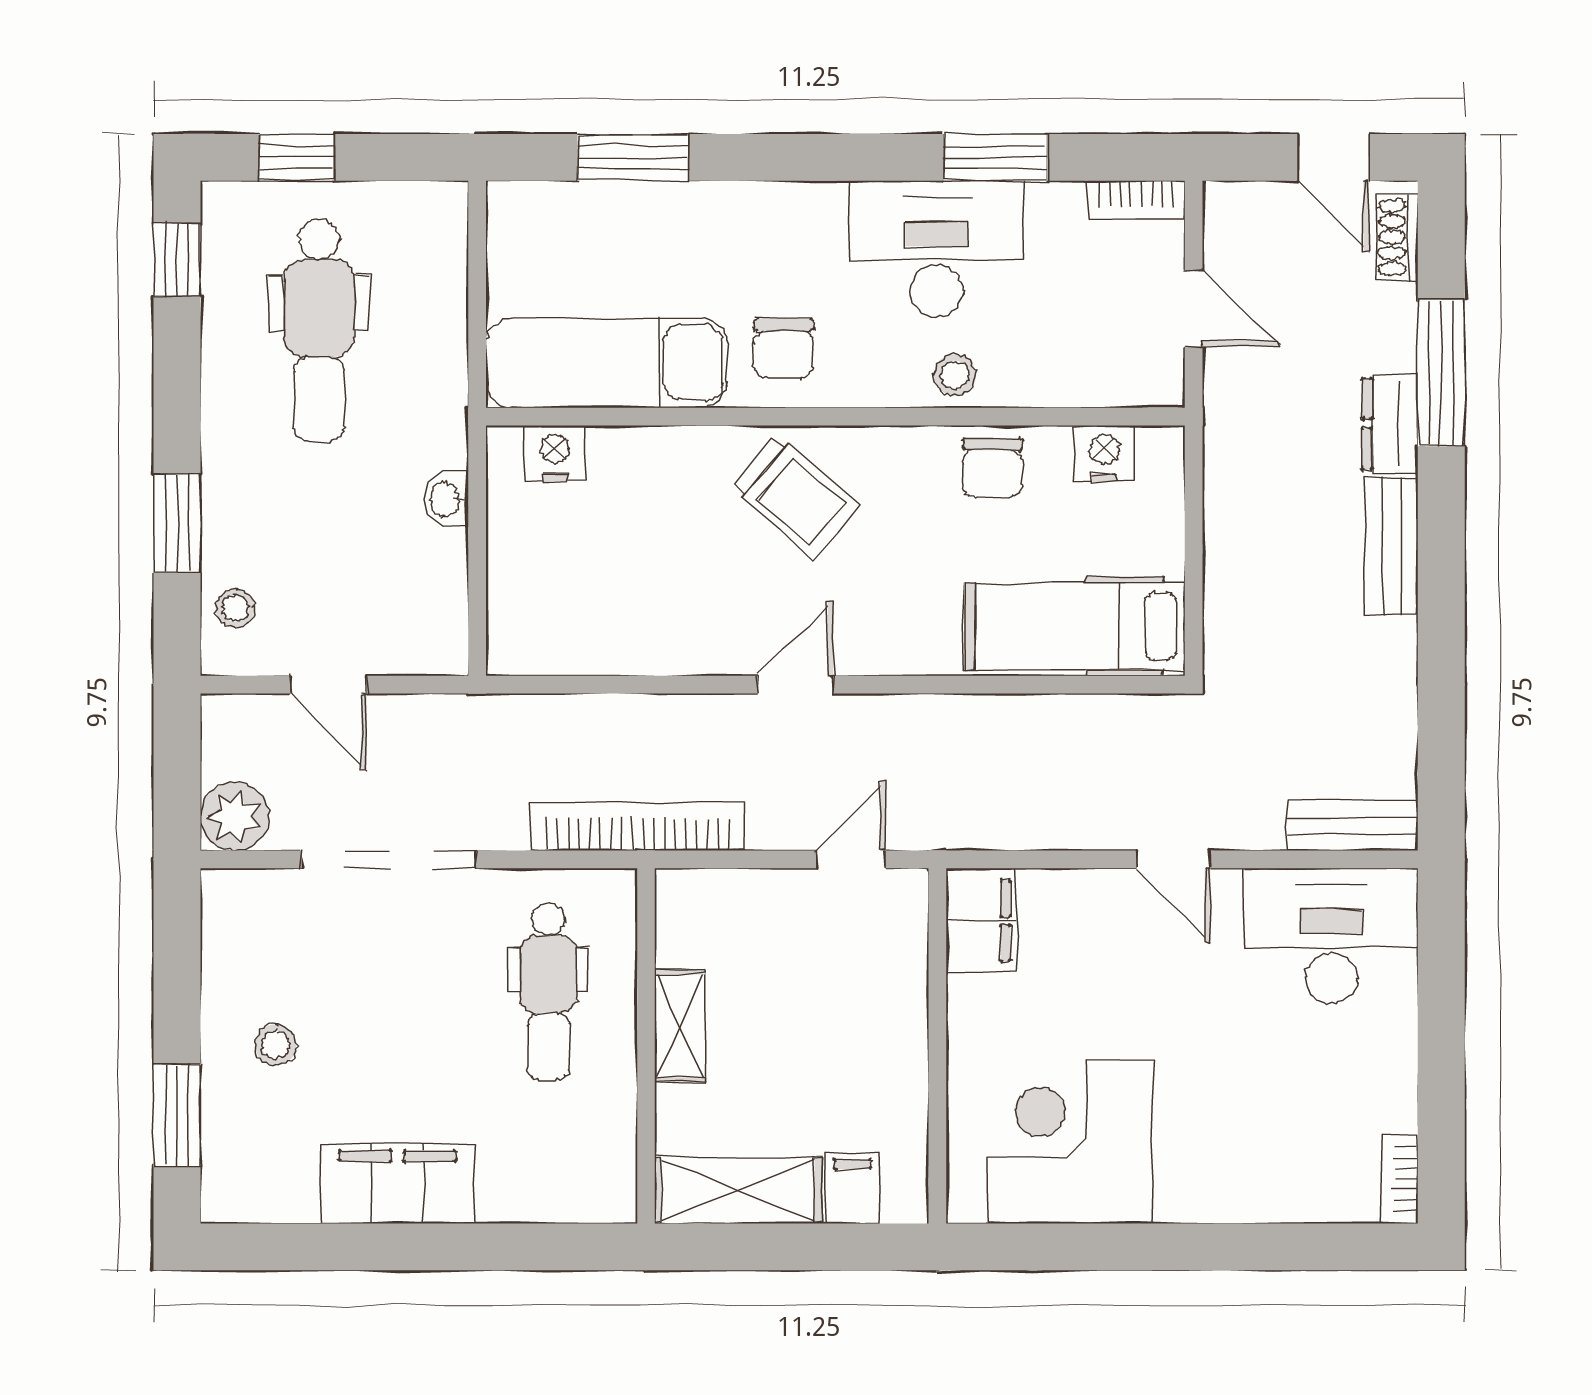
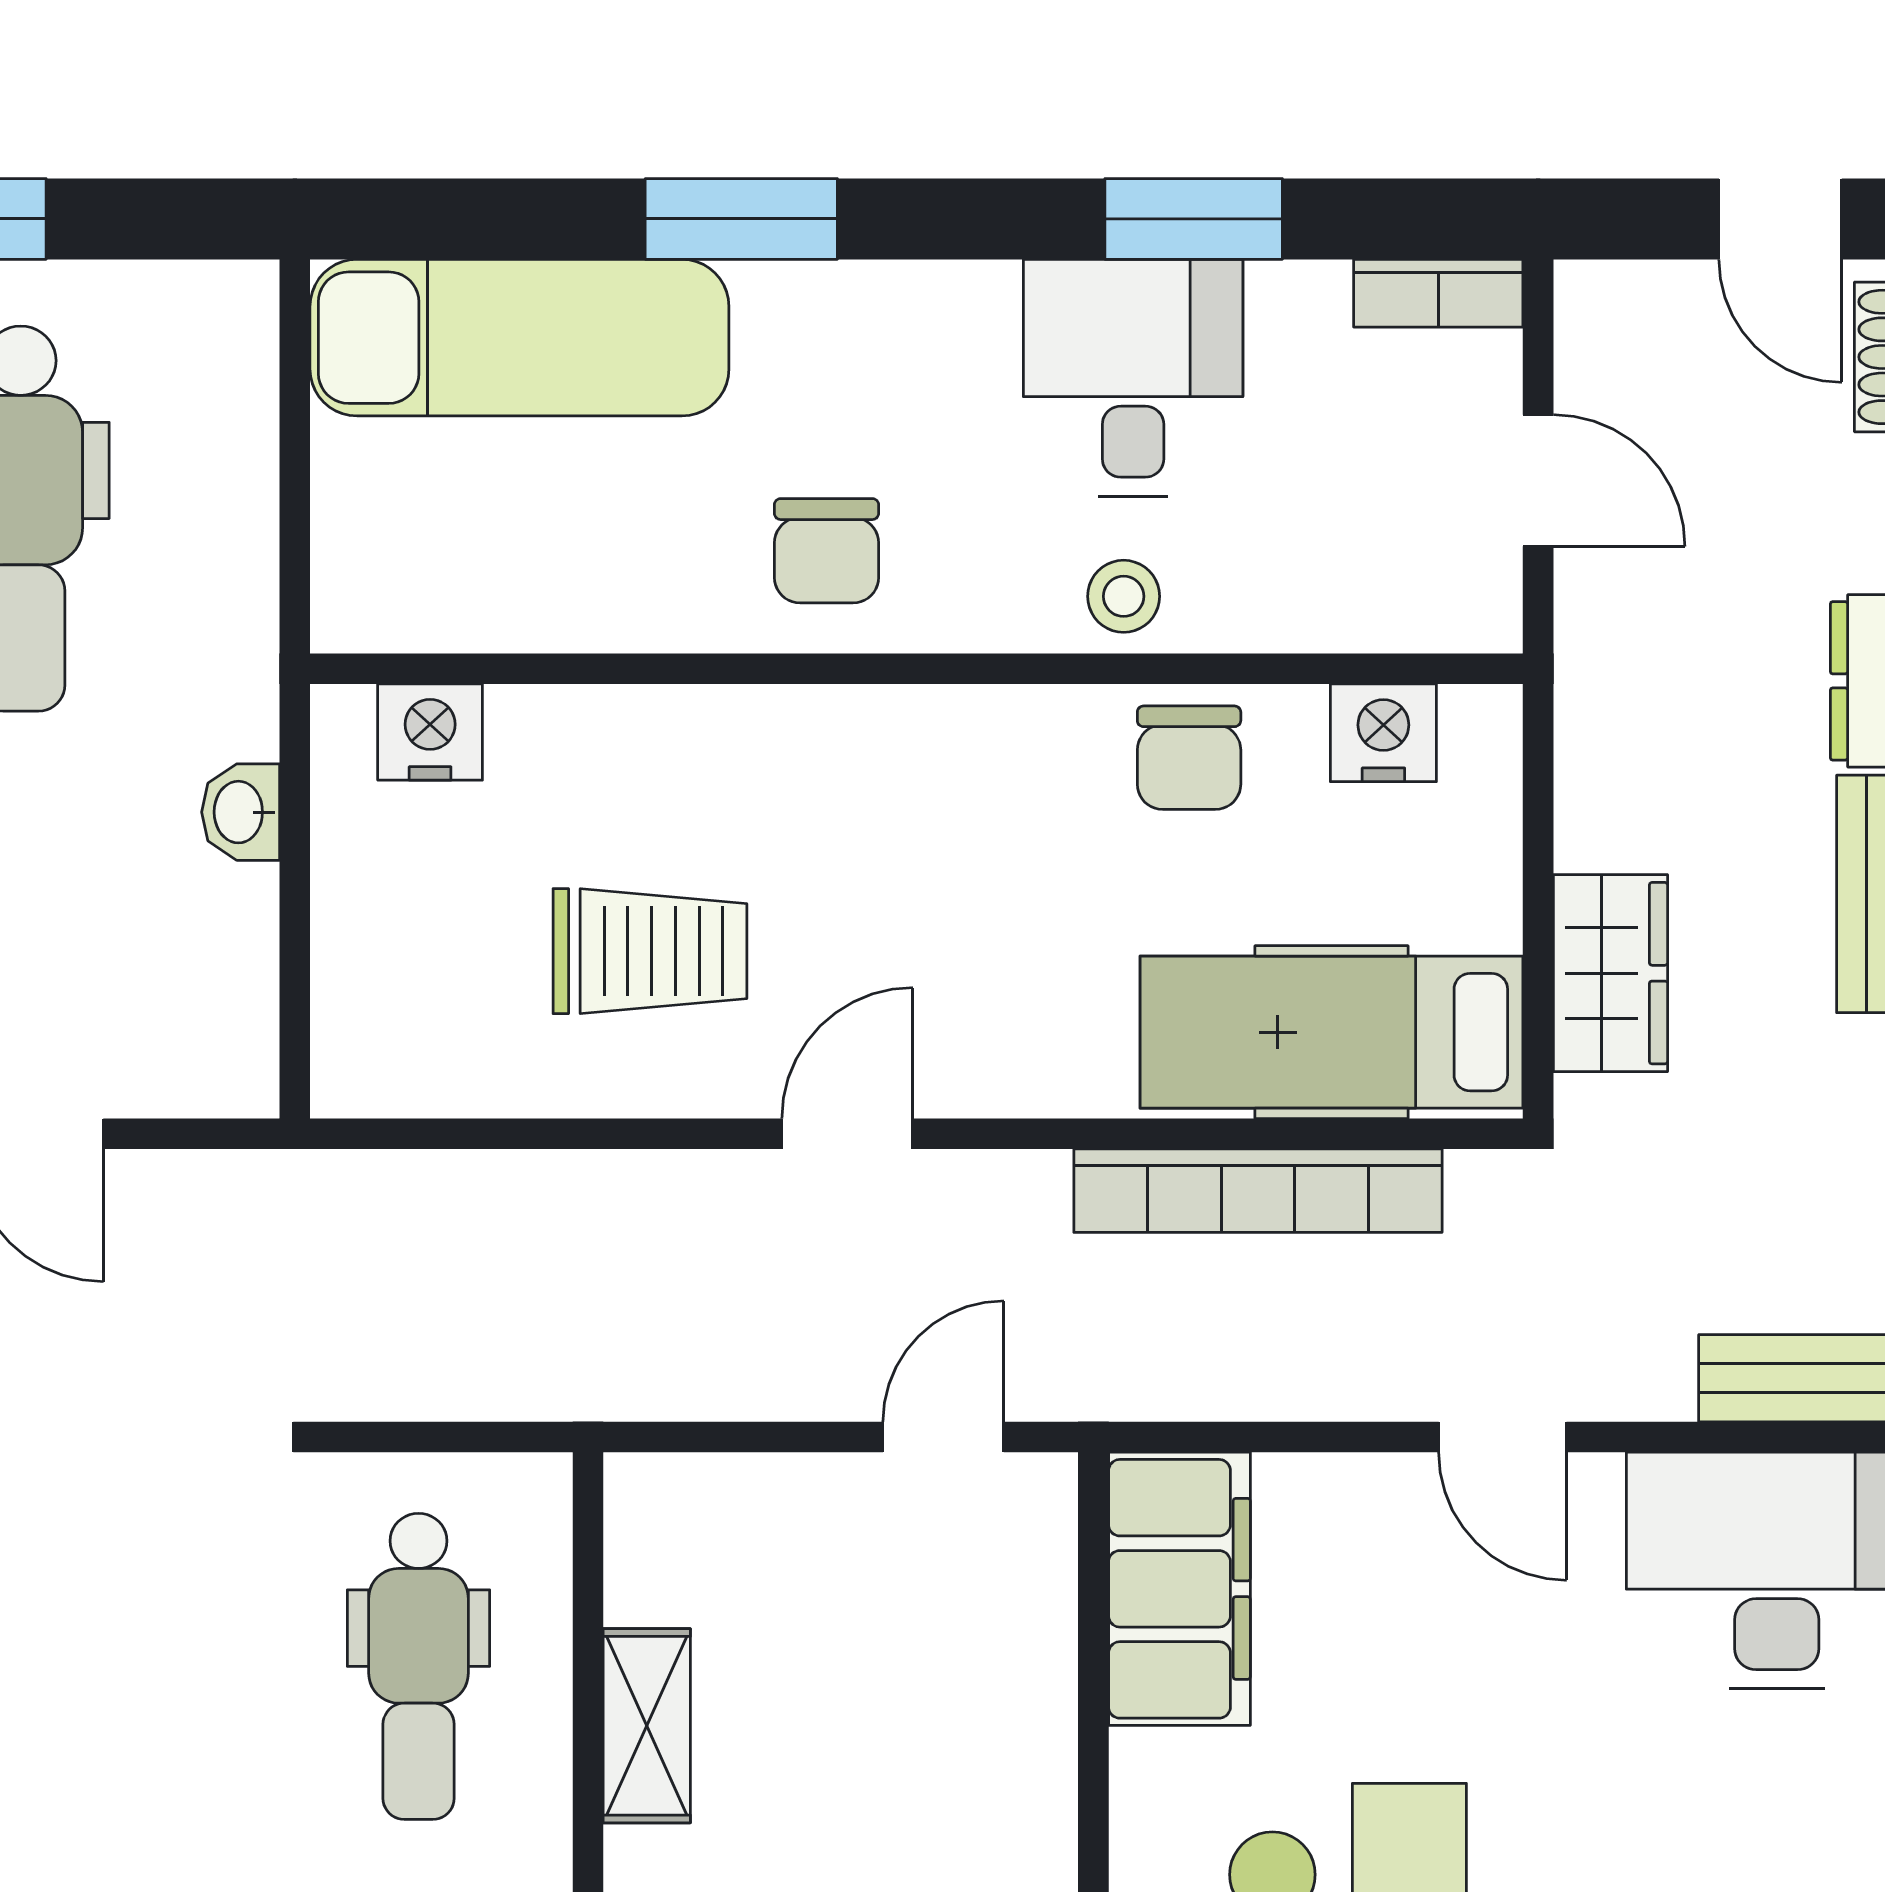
window: (633, 157) -> (741, 219), moved
desk: (937, 249) -> (1133, 378), width x0.73
exam couch: (607, 363) -> (519, 338), moved, turned 180
trolley: (796, 497) -> (650, 951), moved, turned -41
wardrobe: (1235, 592) -> (1610, 973), added
bookcase: (638, 827) -> (1258, 1191), moved, turned 180
filing cabinet: (981, 921) -> (1179, 1589), width x1.50, depth x1.17

